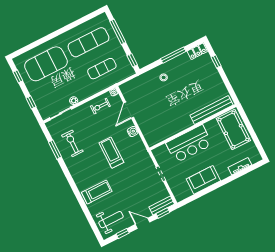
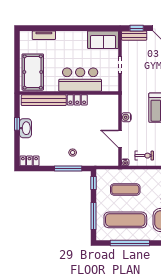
window: (74, 24) -> (130, 243), added
window: (173, 55) -> (68, 169), moved
window: (216, 62) -> (17, 124), moved
washbasin: (215, 78) -> (25, 128), added
door: (129, 110) -> (120, 139), swing flipped
locker: (183, 125) -> (77, 100), added
sofa: (203, 180) -> (103, 40), moved

